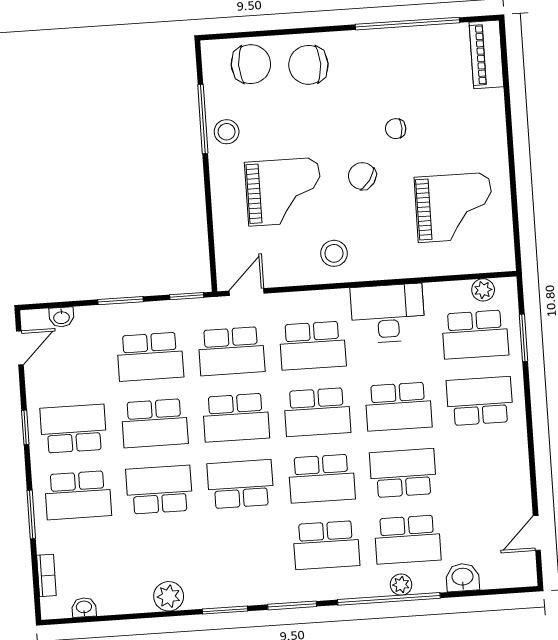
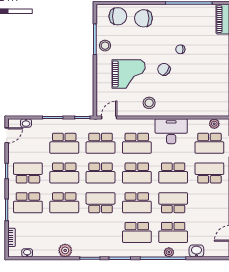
grand piano: (454, 207) -> (204, 86), removed
school desk: (159, 490) -> (64, 203), turned 180

